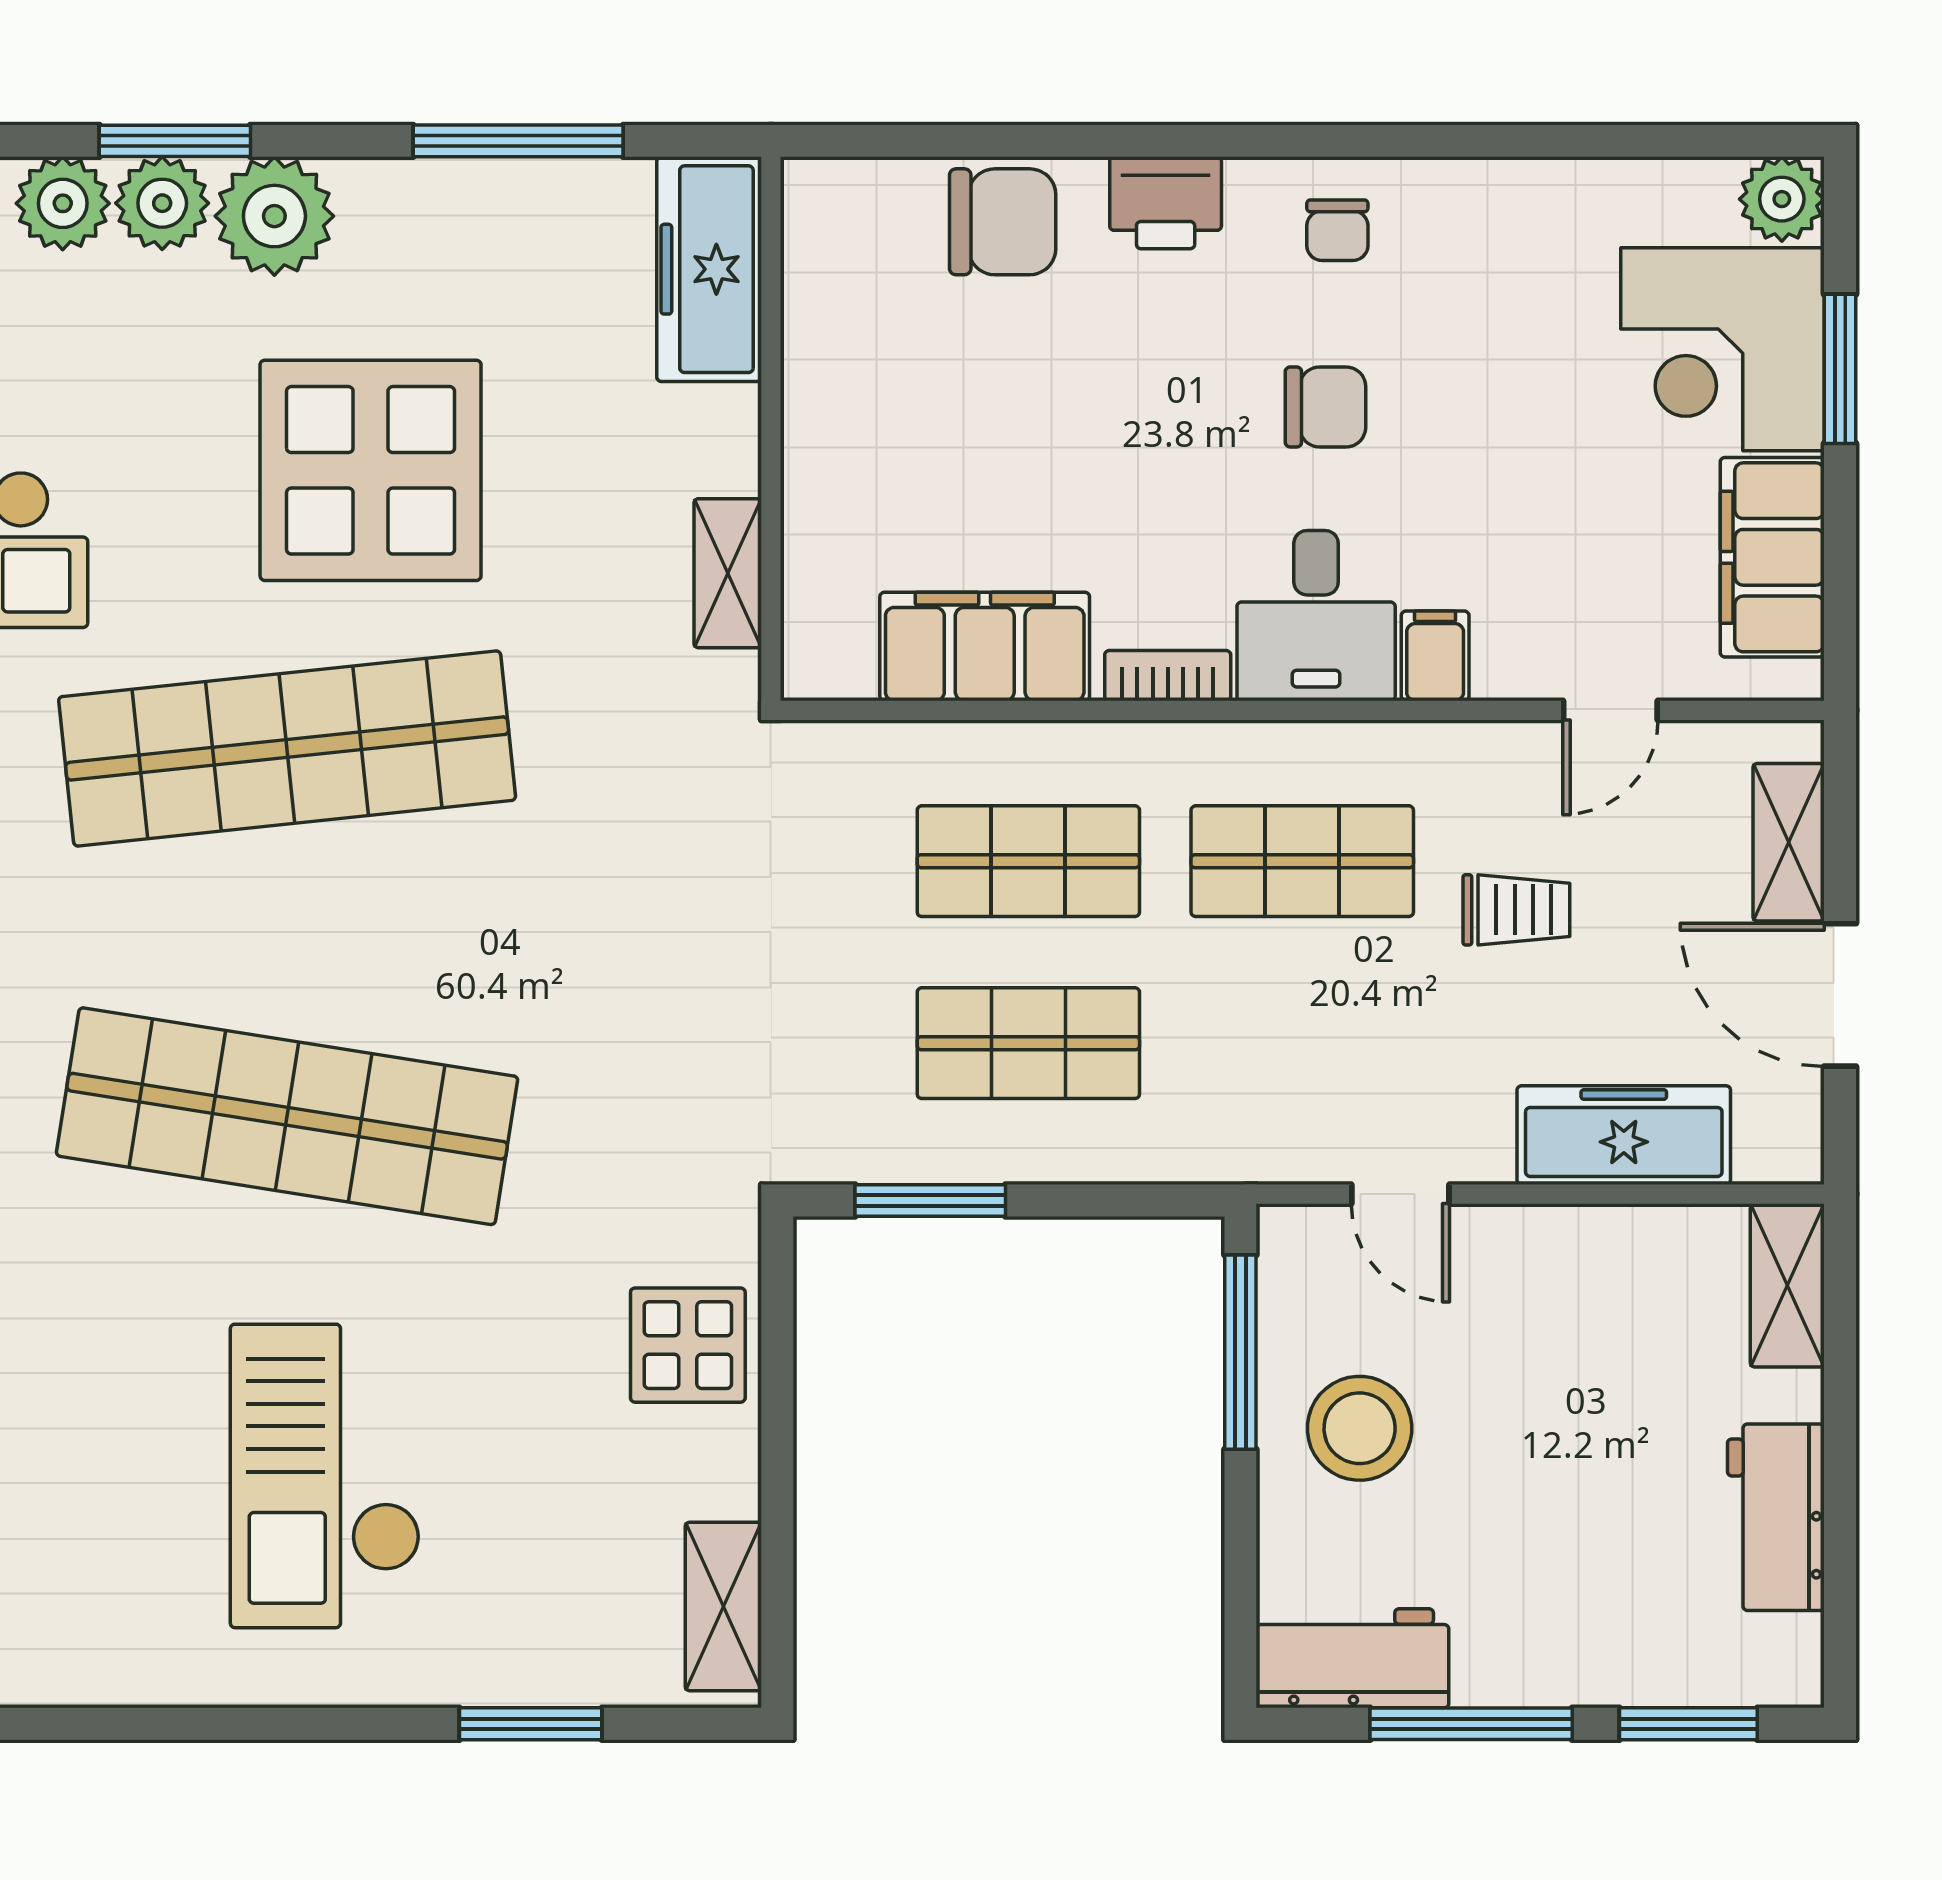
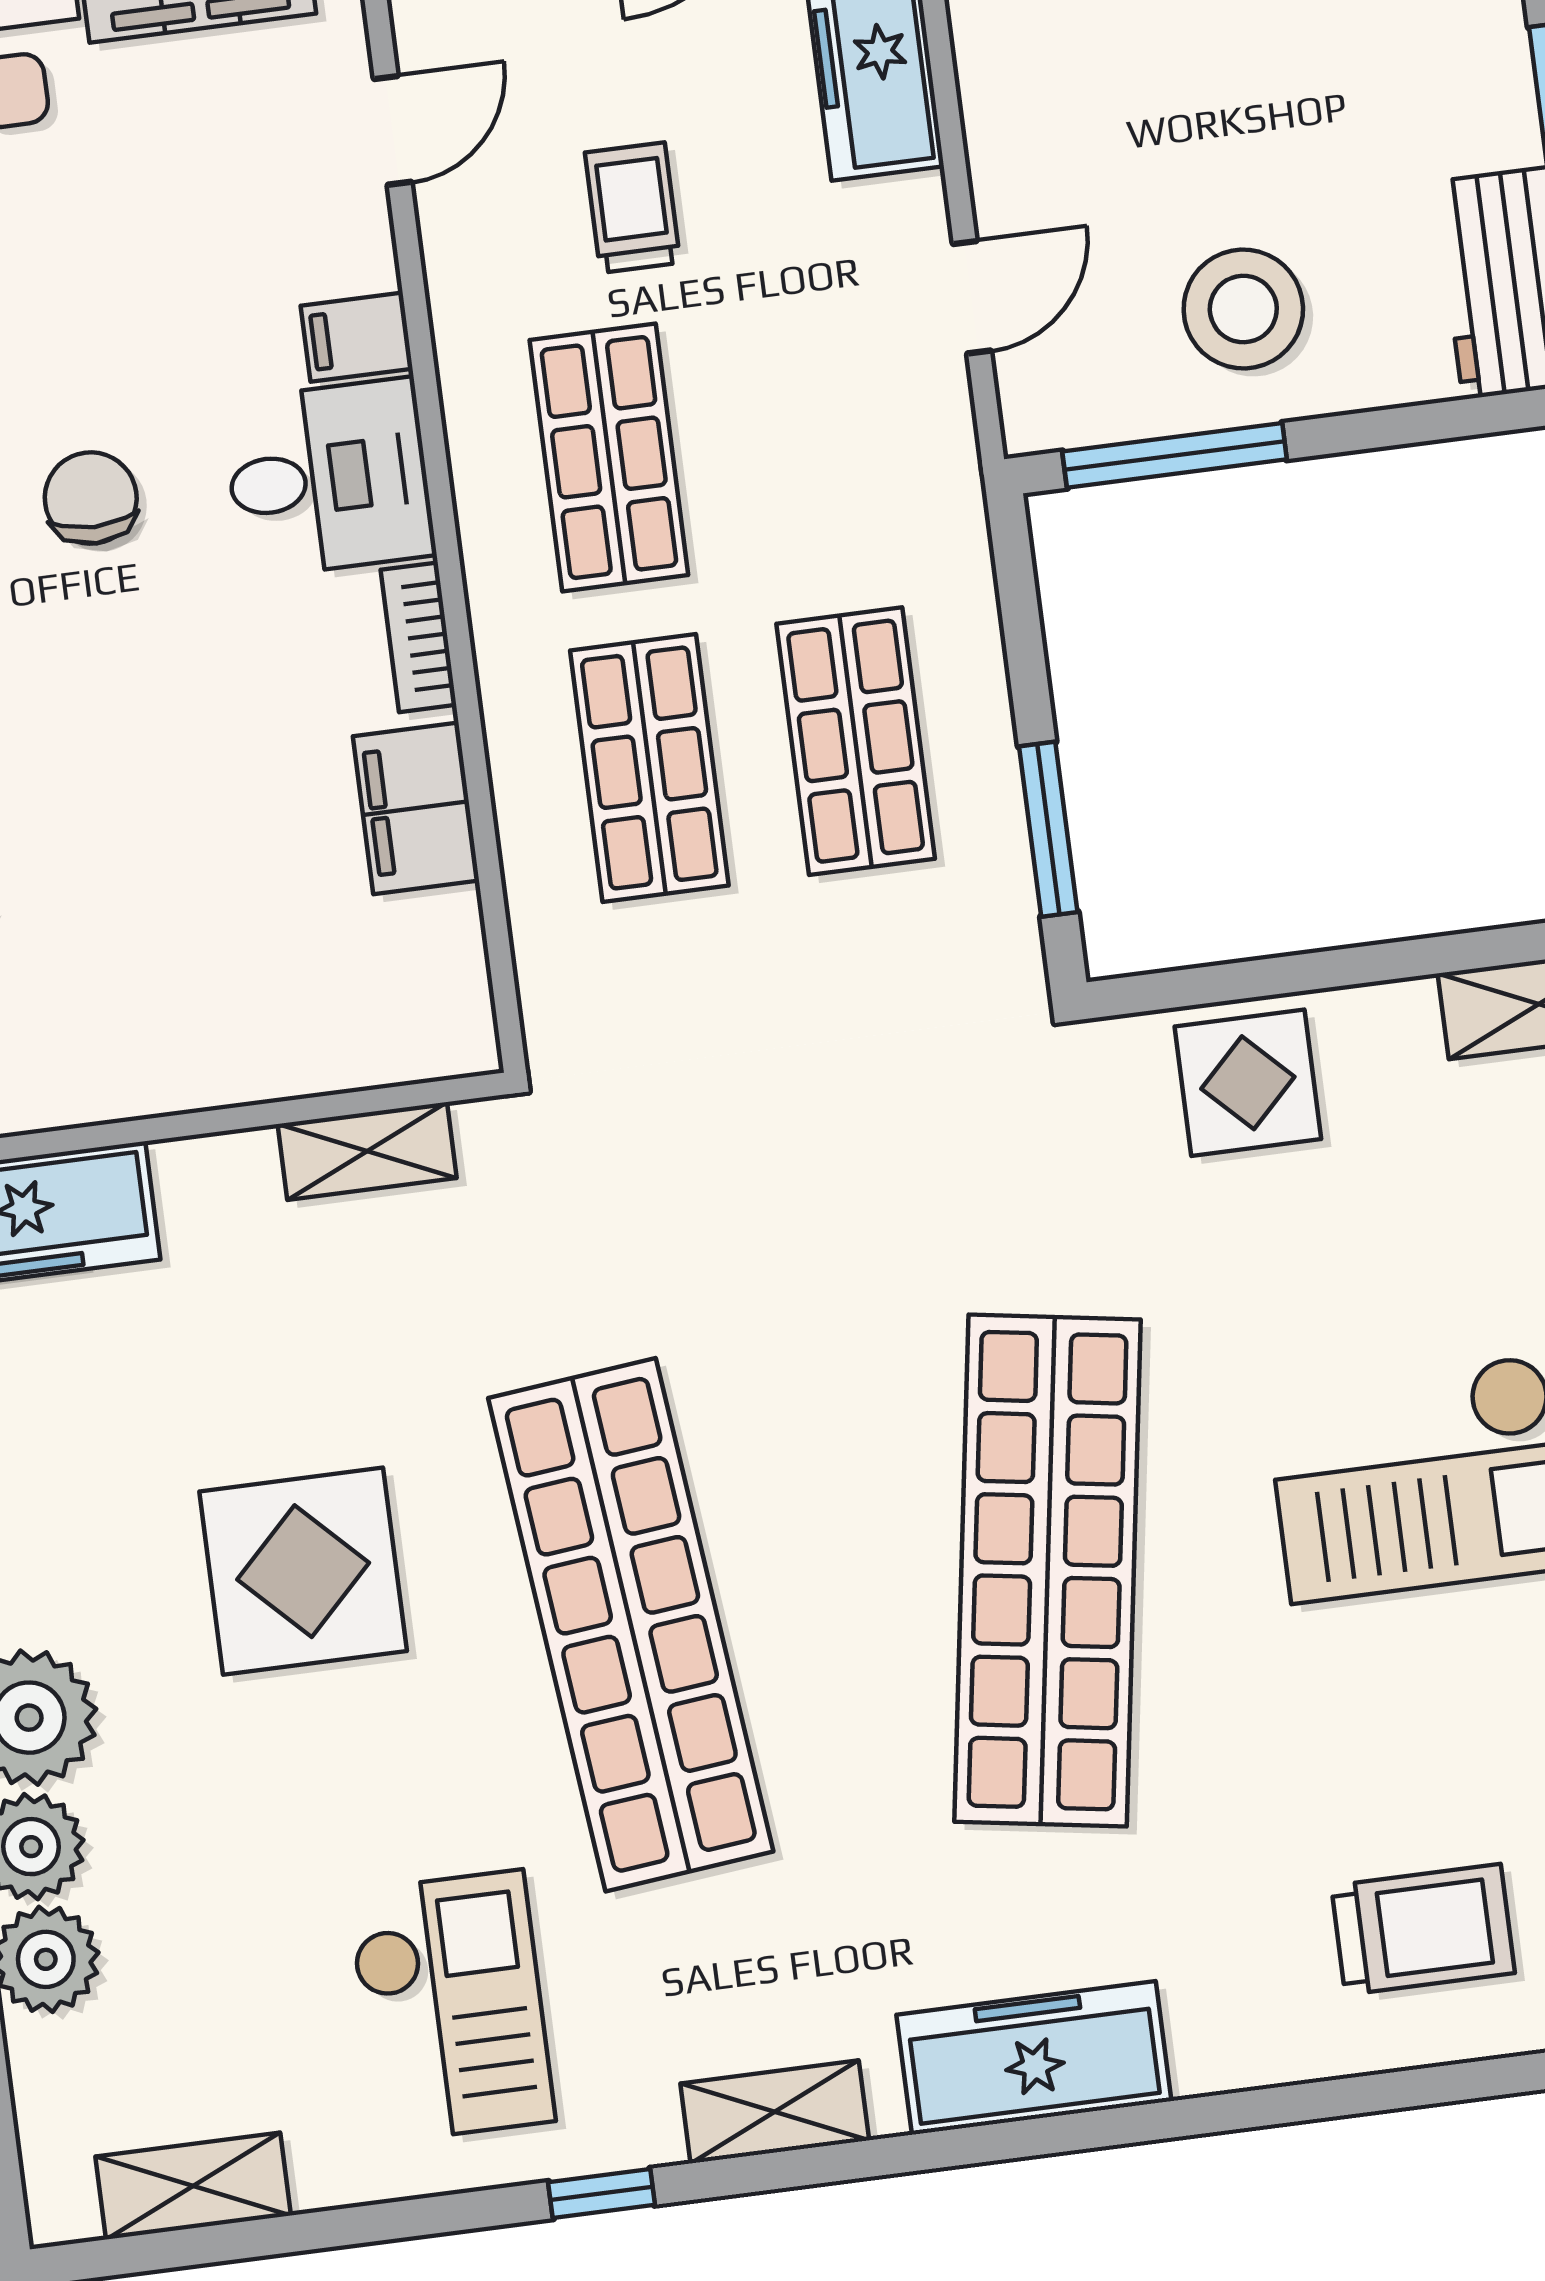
display table: (371, 470) -> (303, 1571), width x0.73, depth x0.73
filing cabinet: (985, 646) -> (416, 808), width x0.67, depth x0.86
door: (1610, 710) -> (393, 130), hinge flipped

